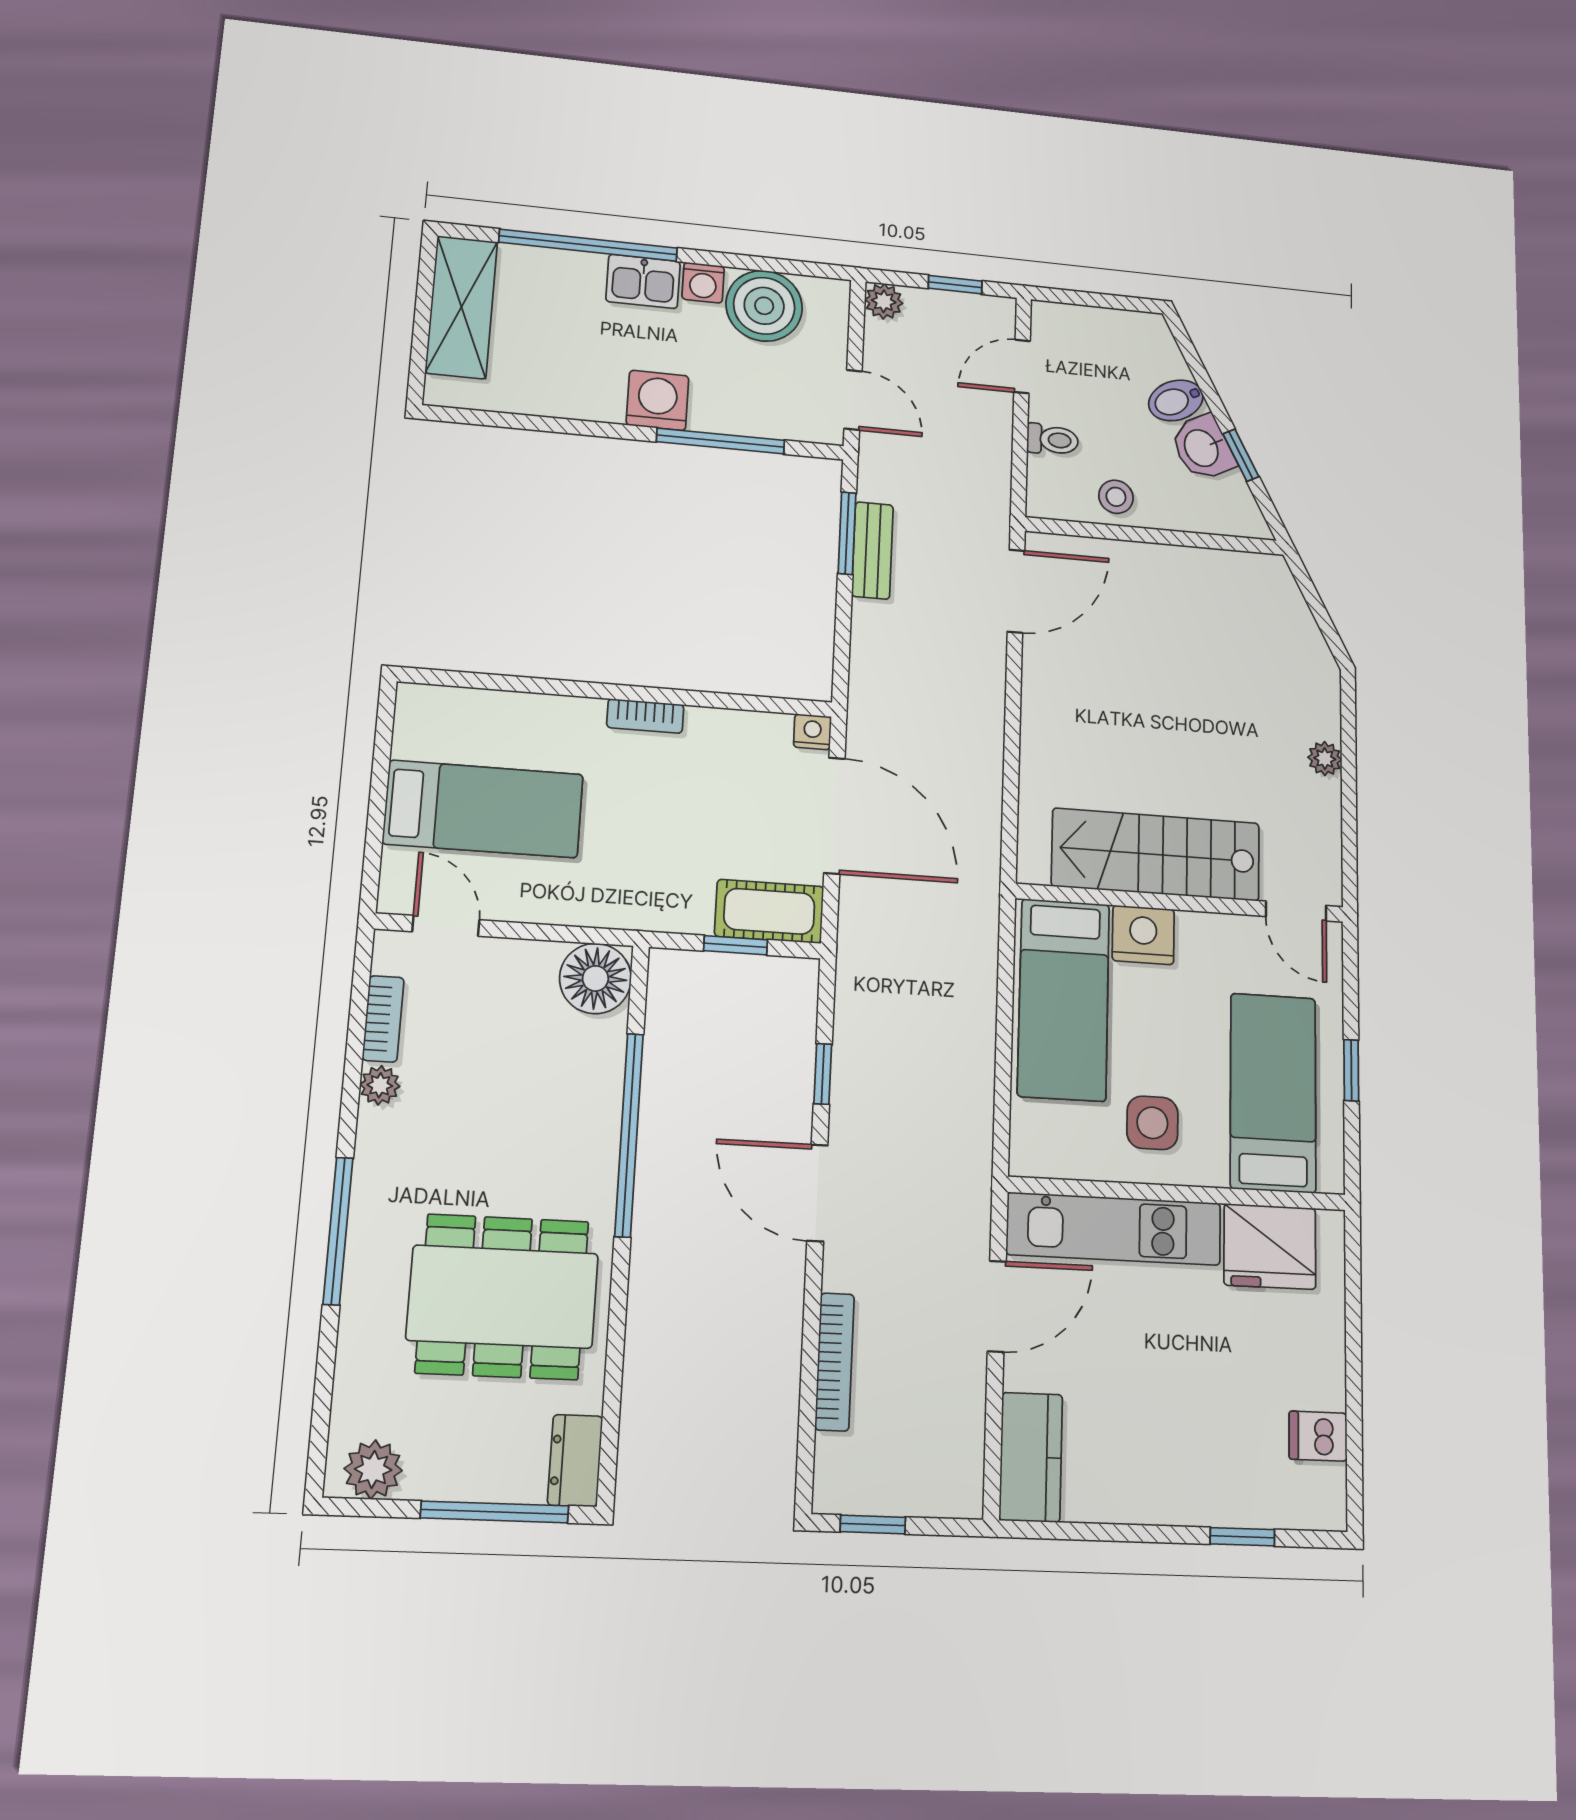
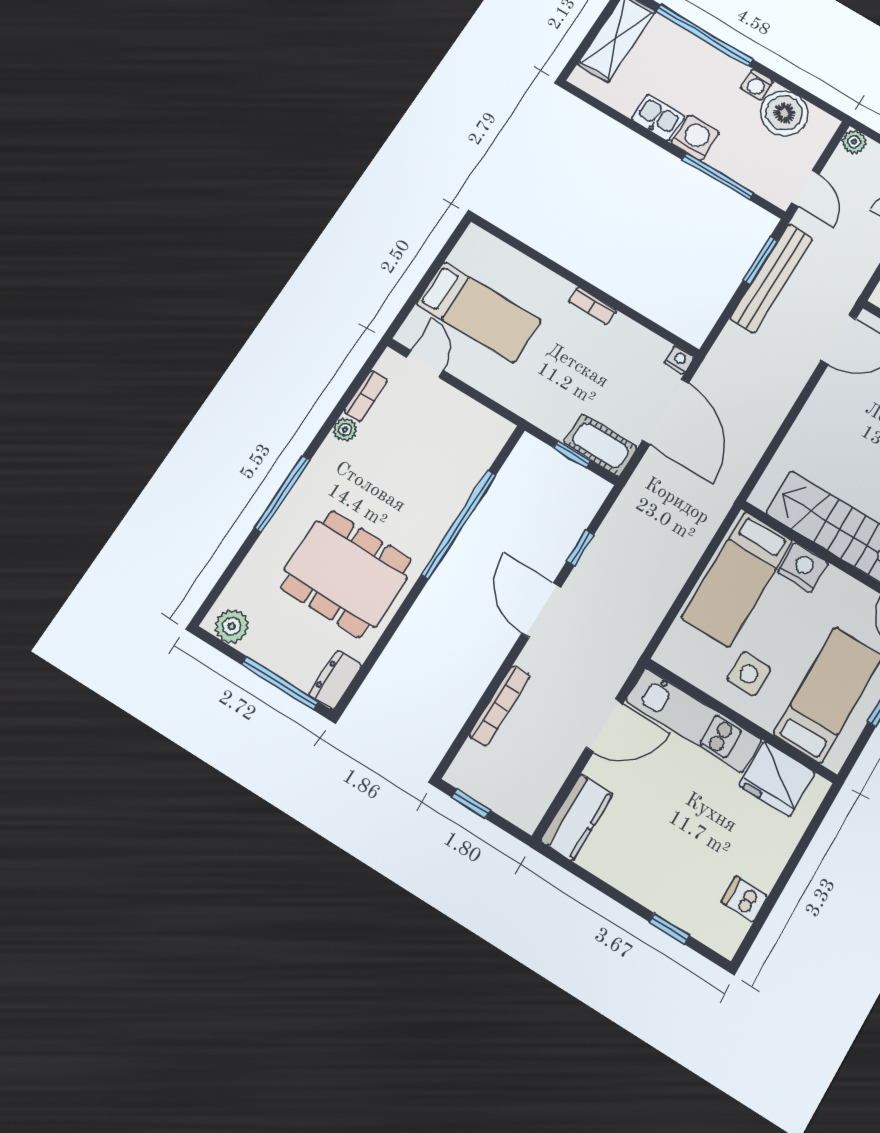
kitchen sink: (643, 281) -> (658, 118), moved, turned 180
bench: (872, 550) -> (771, 278), width x1.86, depth x1.21
floor lamp: (595, 978) -> (487, 433), removed

